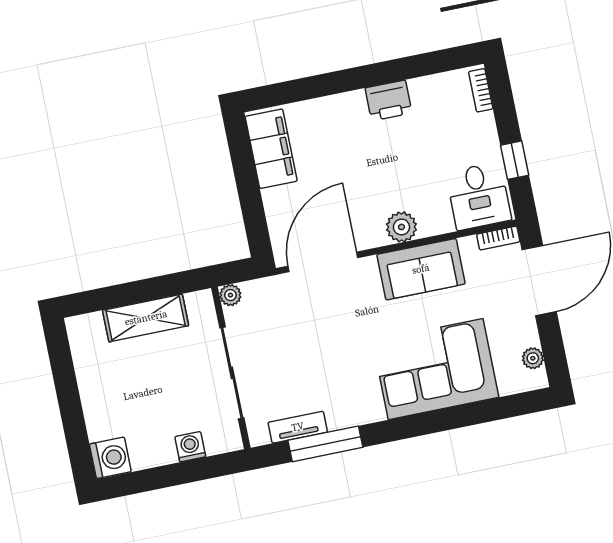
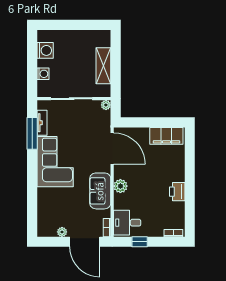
plant: (533, 358) -> (62, 232), moved
corner sofa: (436, 369) -> (55, 162), moved
washing machine: (110, 458) -> (45, 50), moved, turned -90

